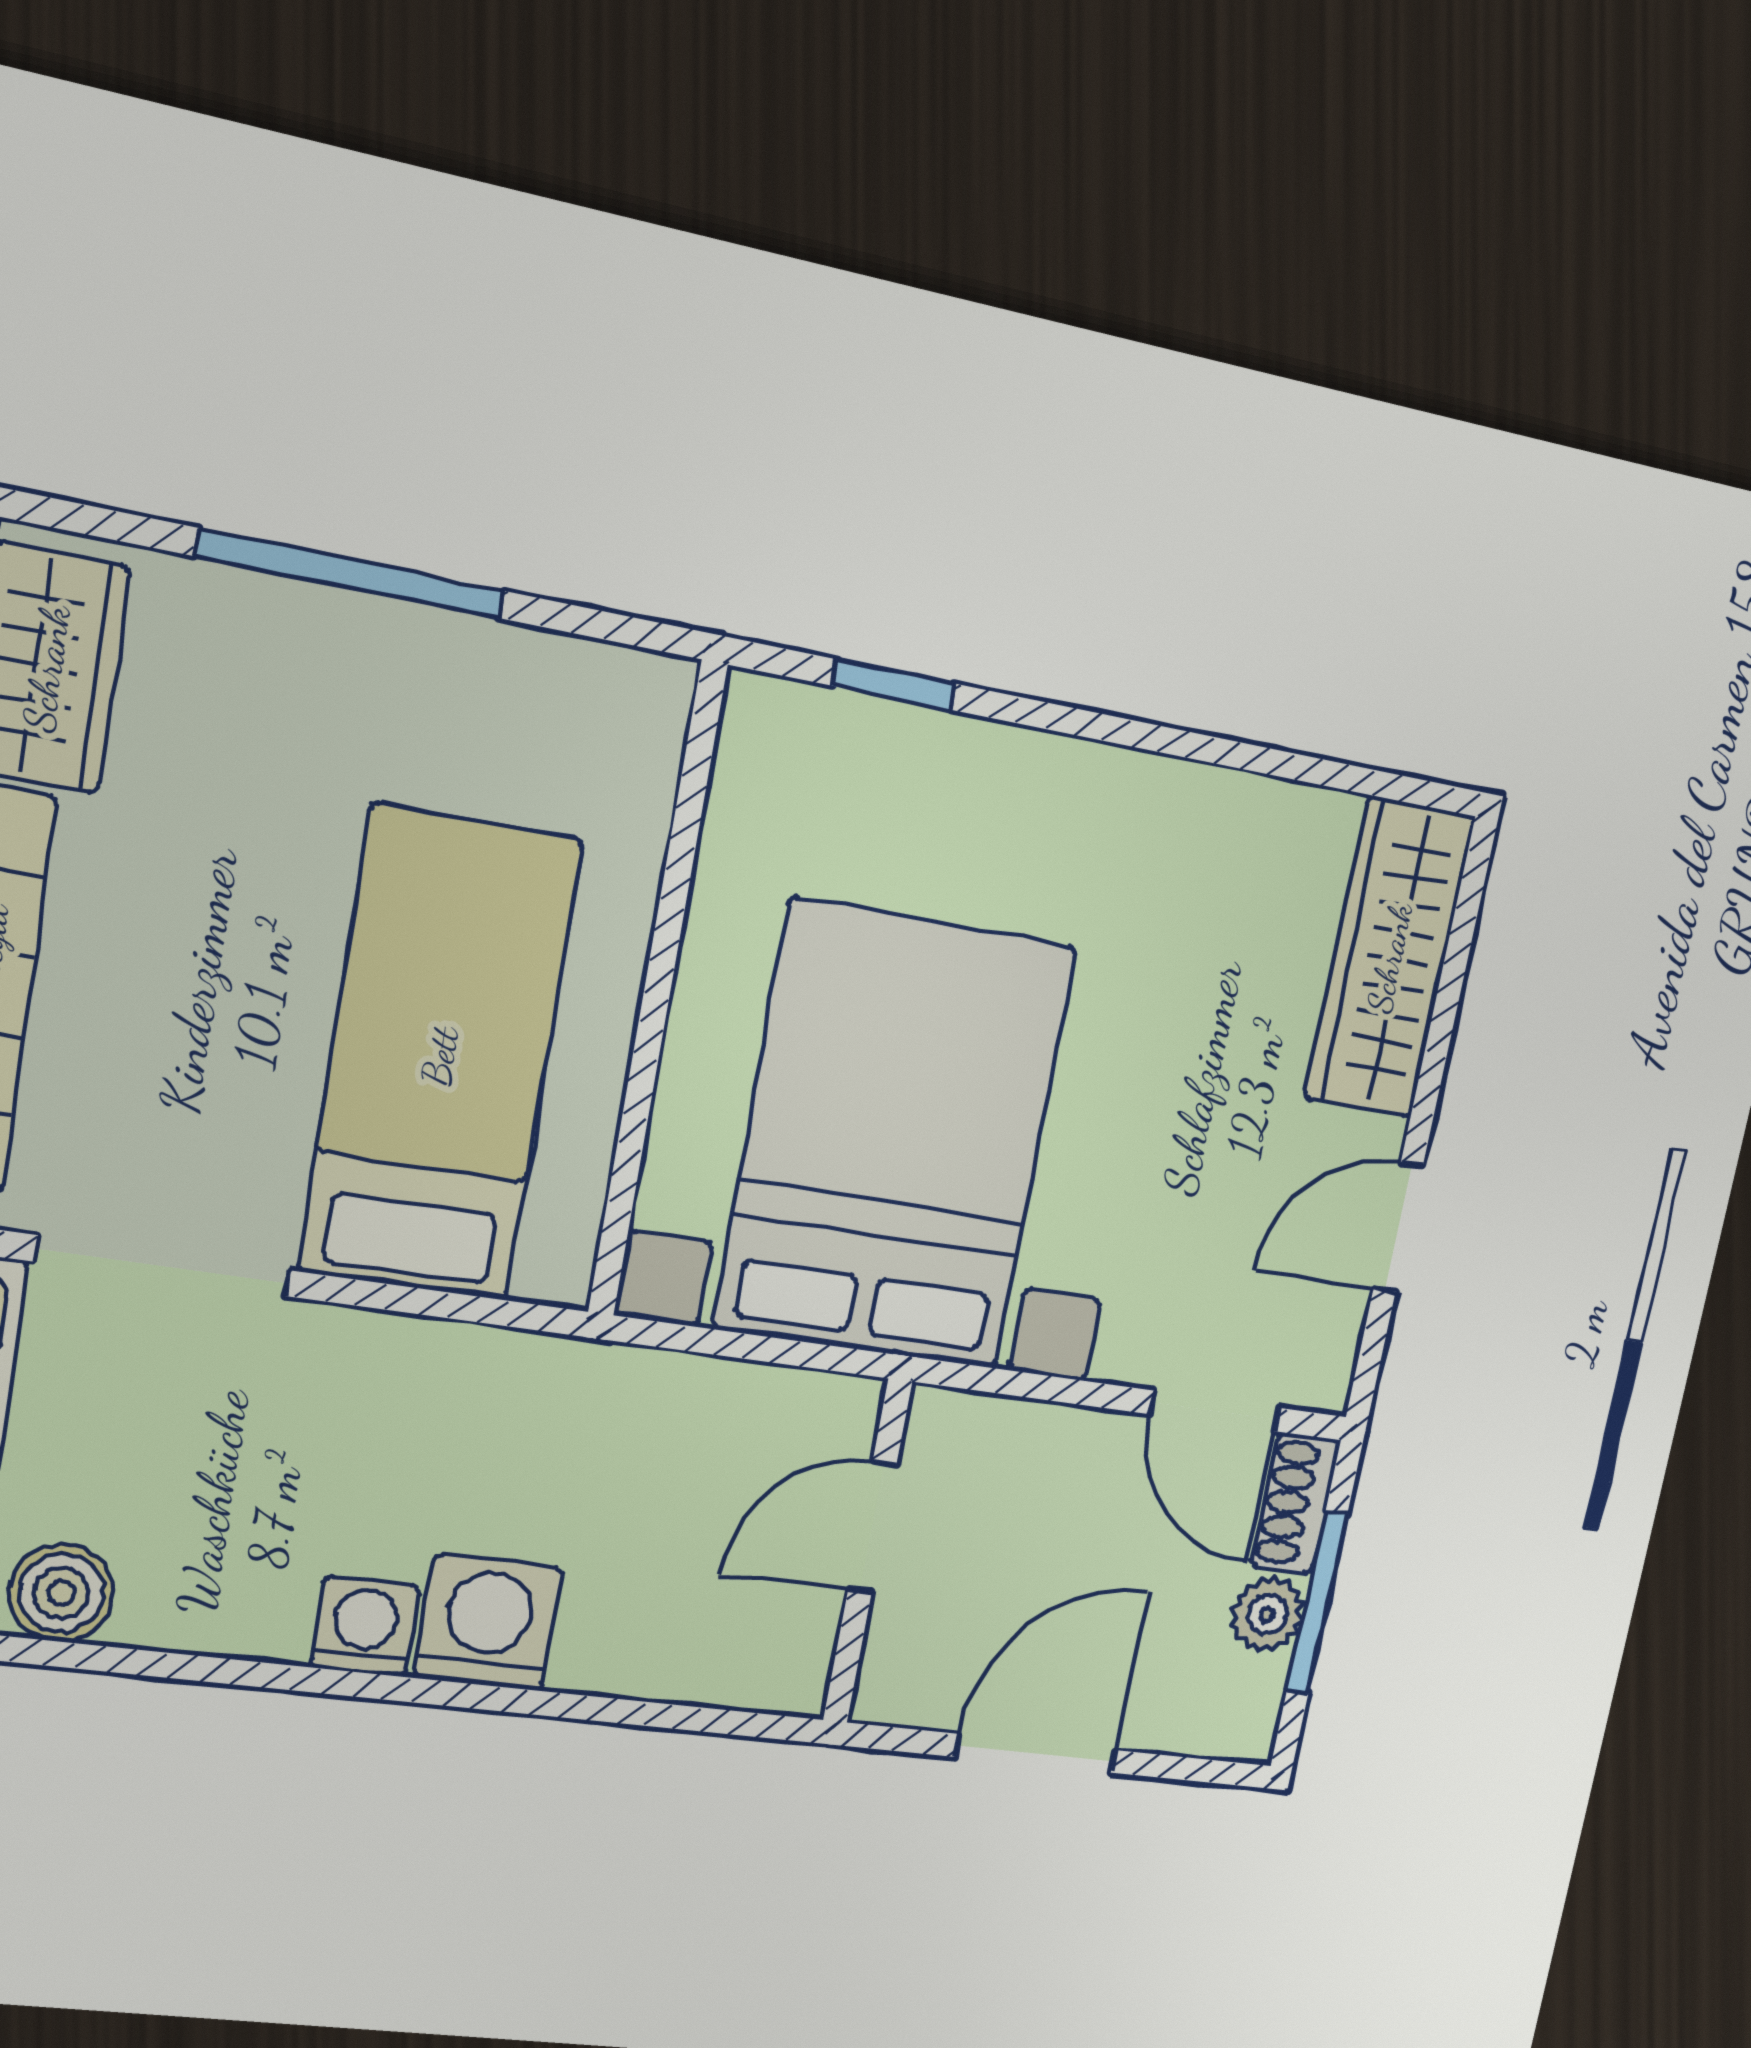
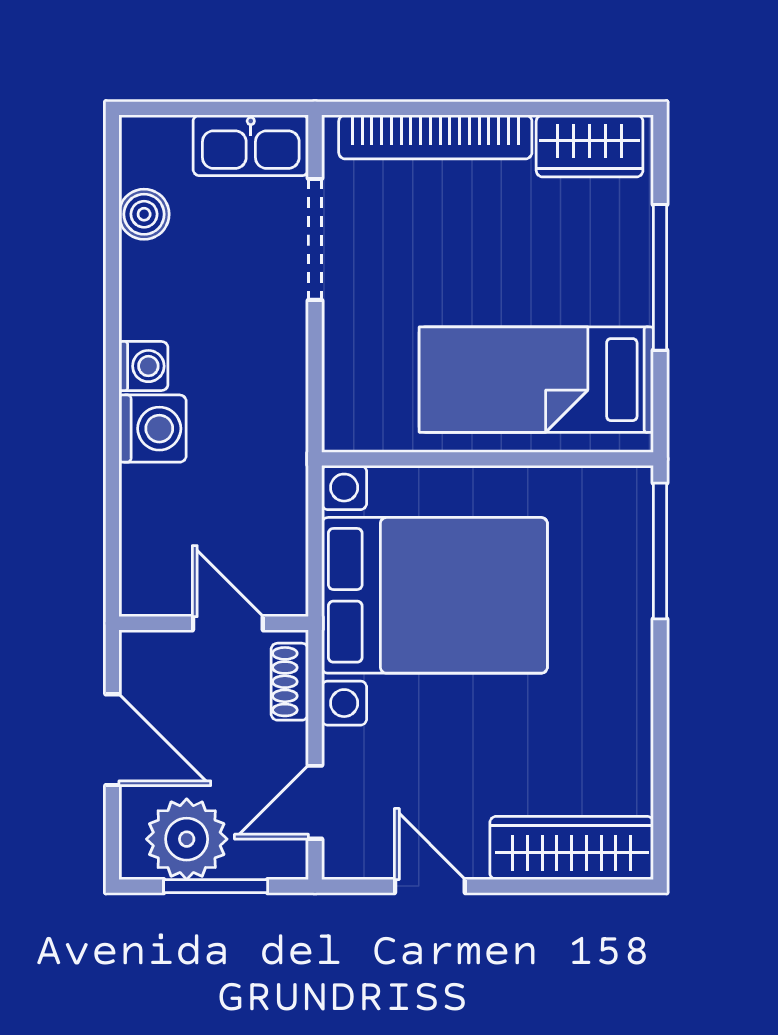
window: (894, 685) -> (660, 551), width x2.17
bed: (440, 1056) -> (536, 380), moved, turned 180
shoe rack: (1296, 1503) -> (290, 682), moved, turned -90
plant: (1267, 1614) -> (187, 839), width x1.87, depth x1.87

